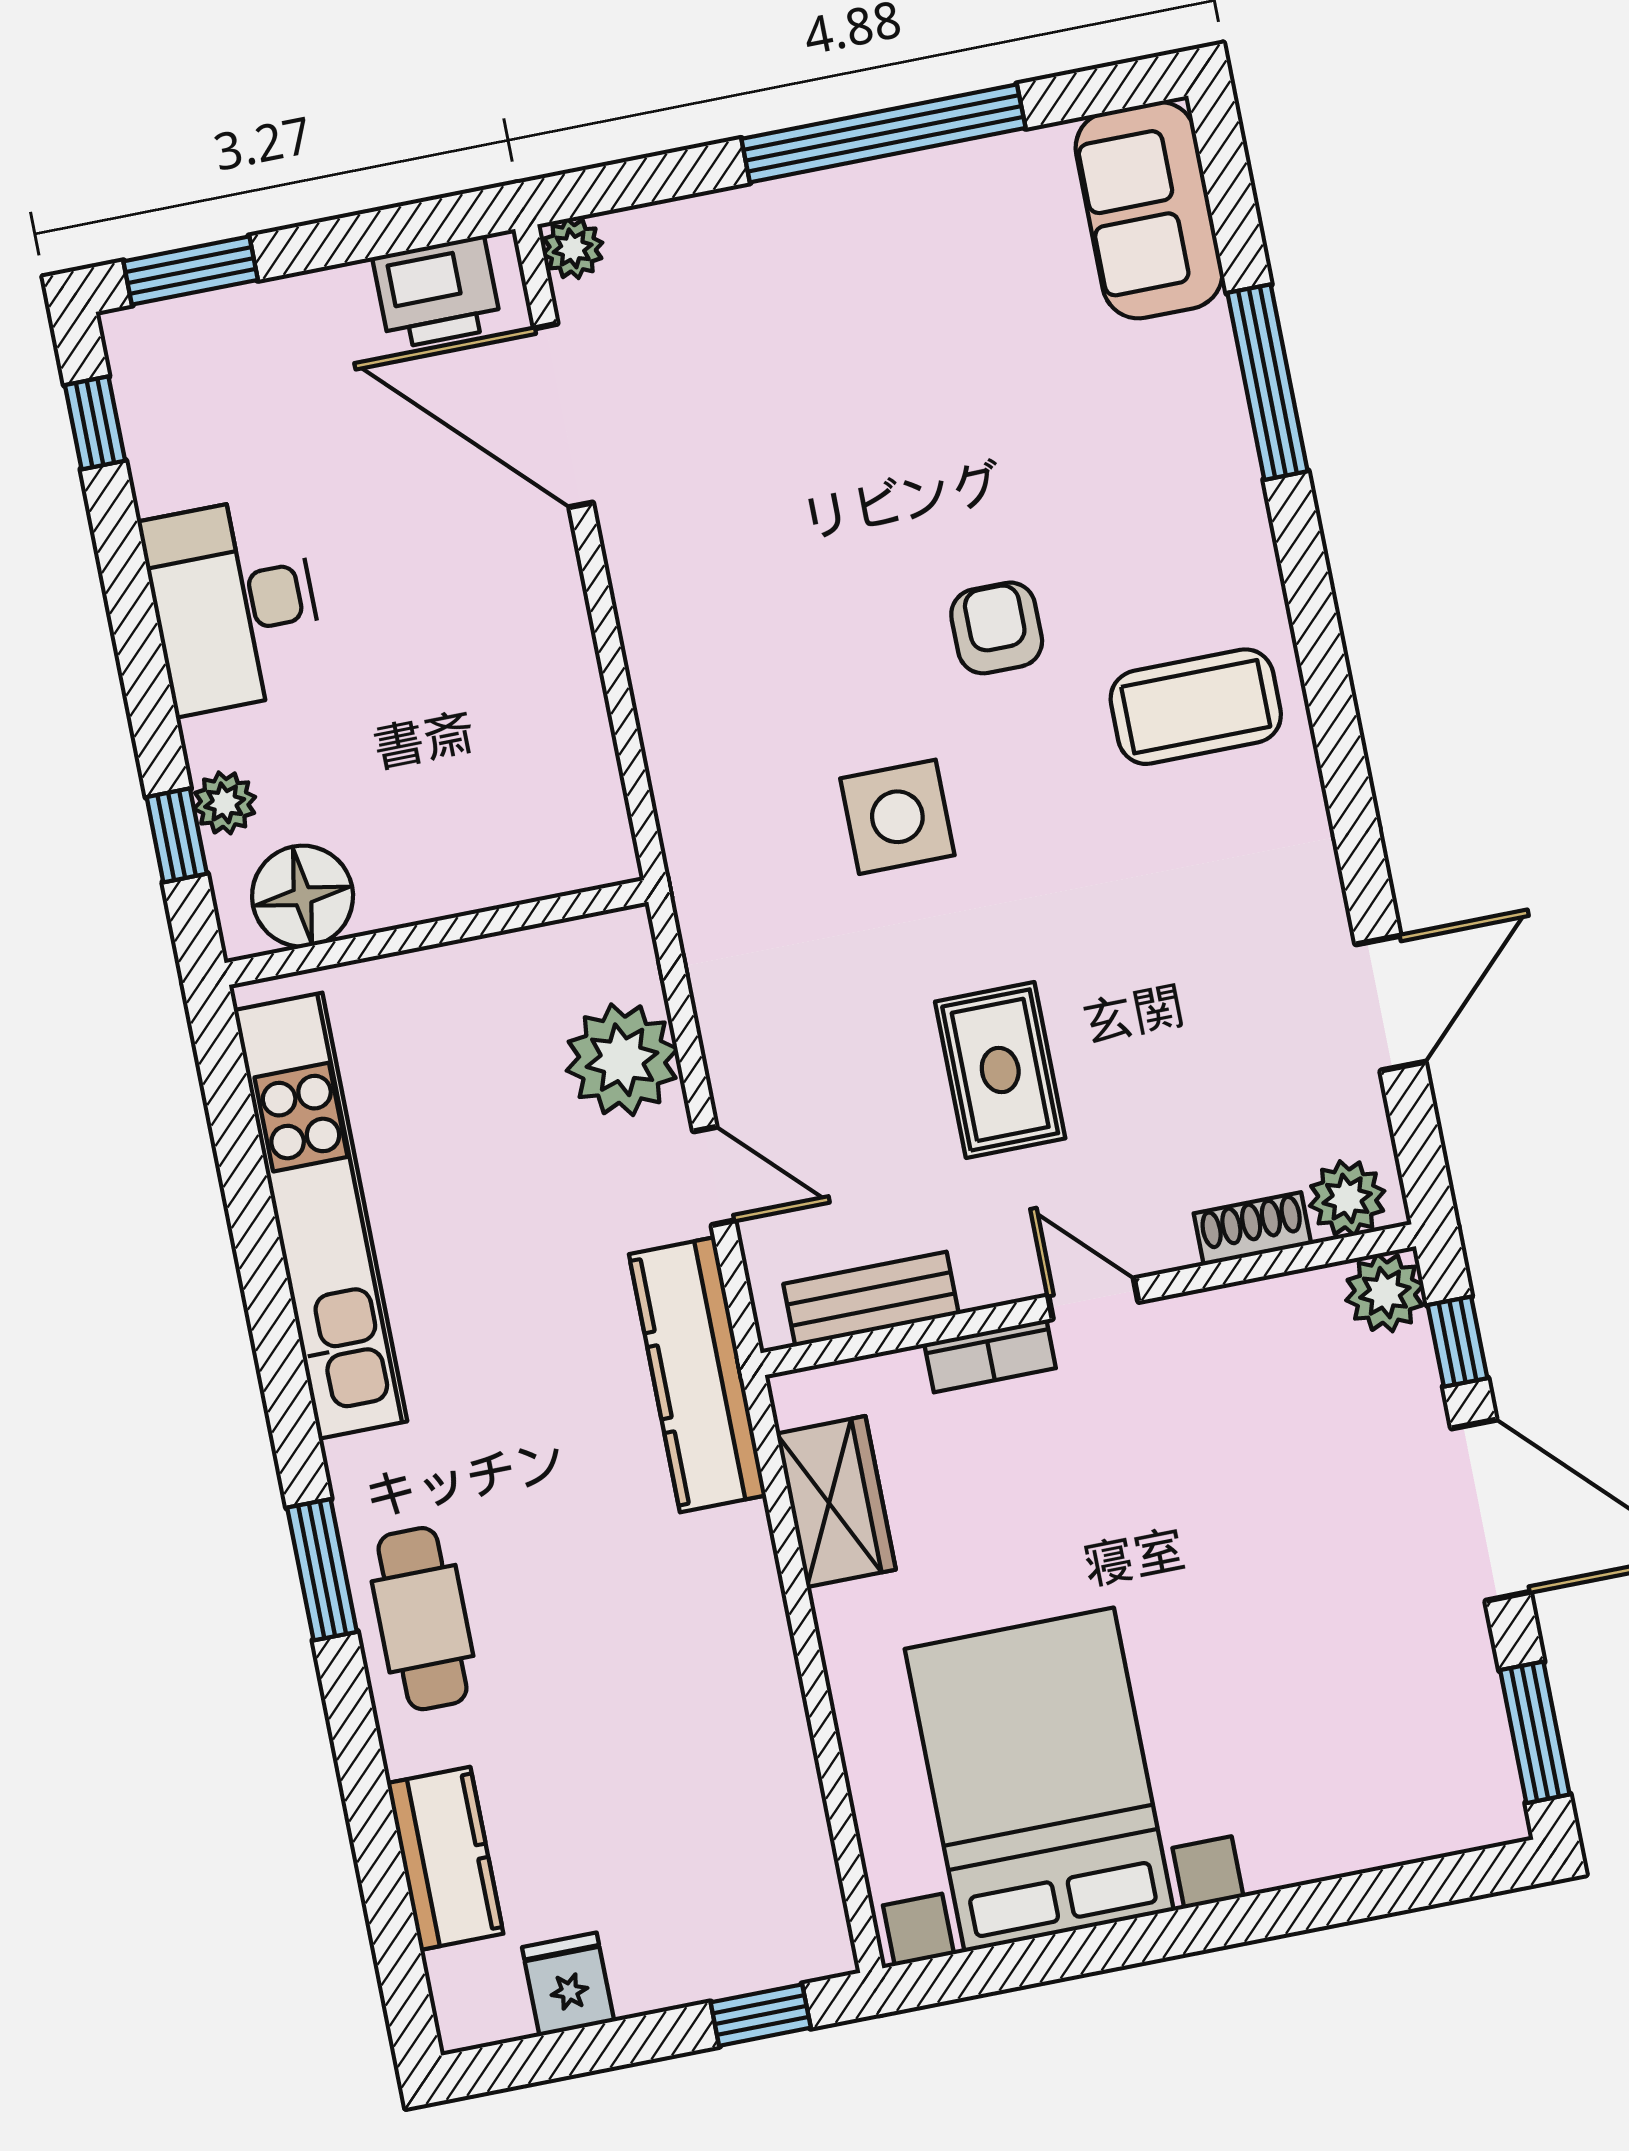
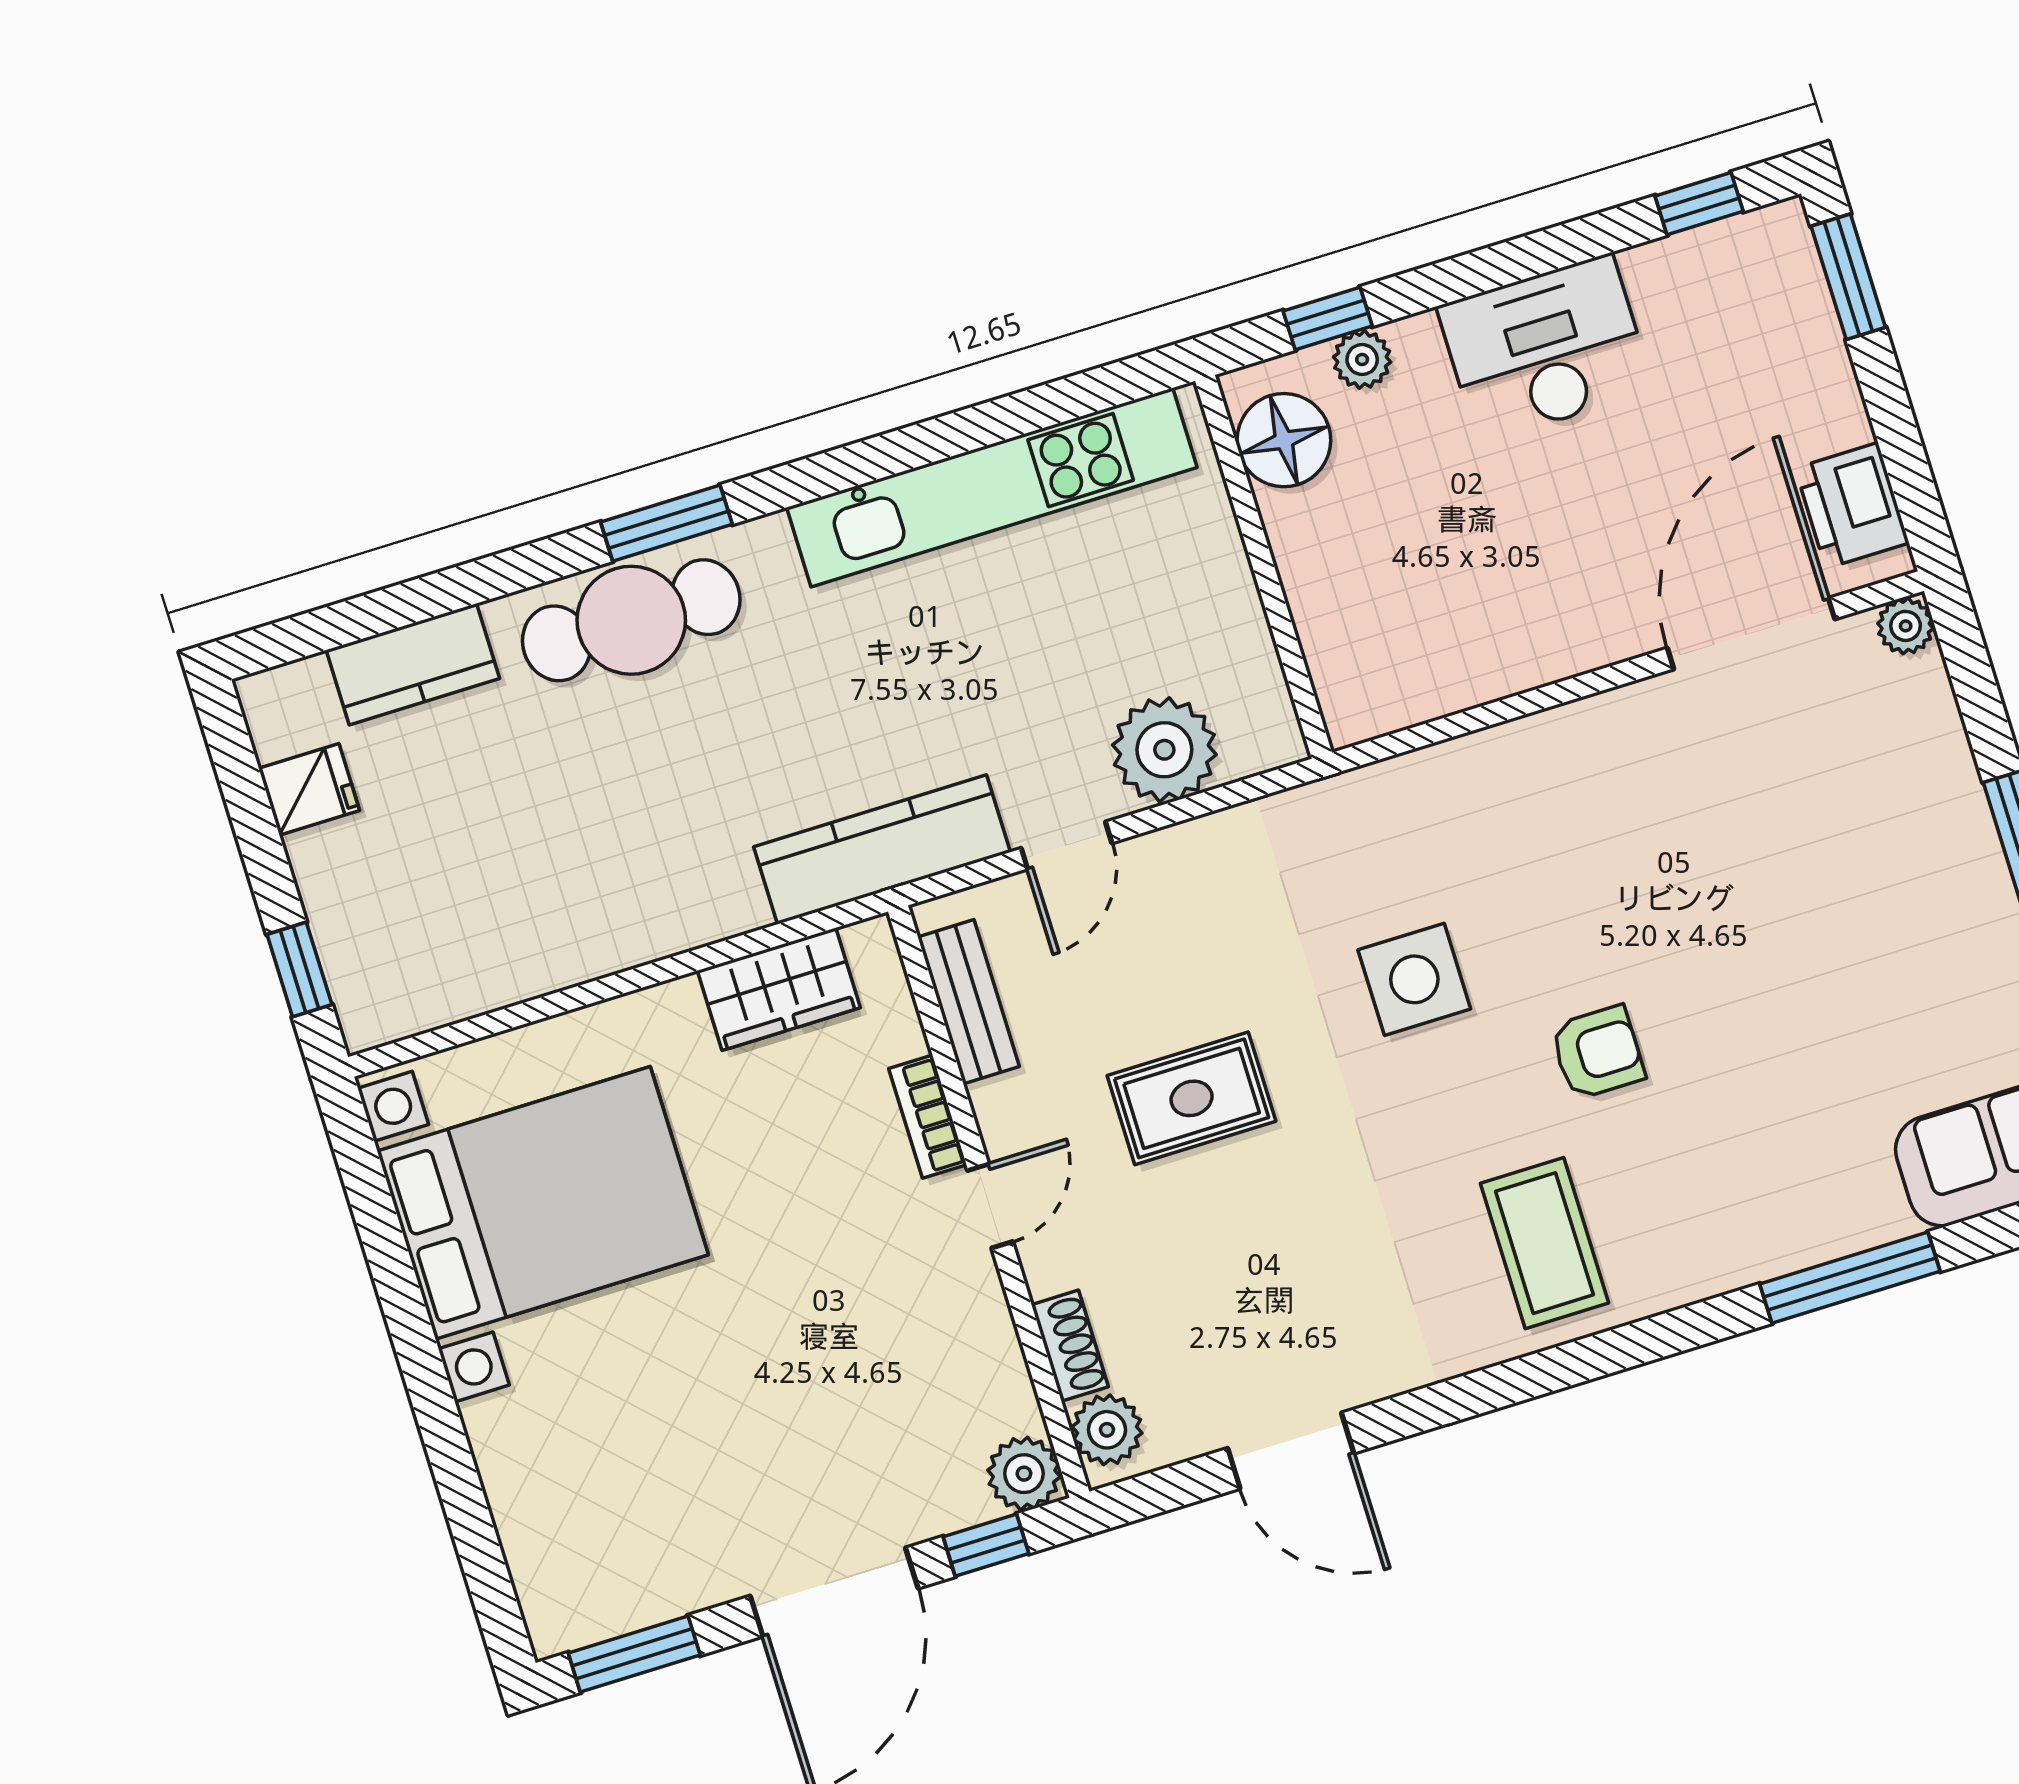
cafe table: (423, 1619) -> (631, 620), width x1.37, depth x1.35

